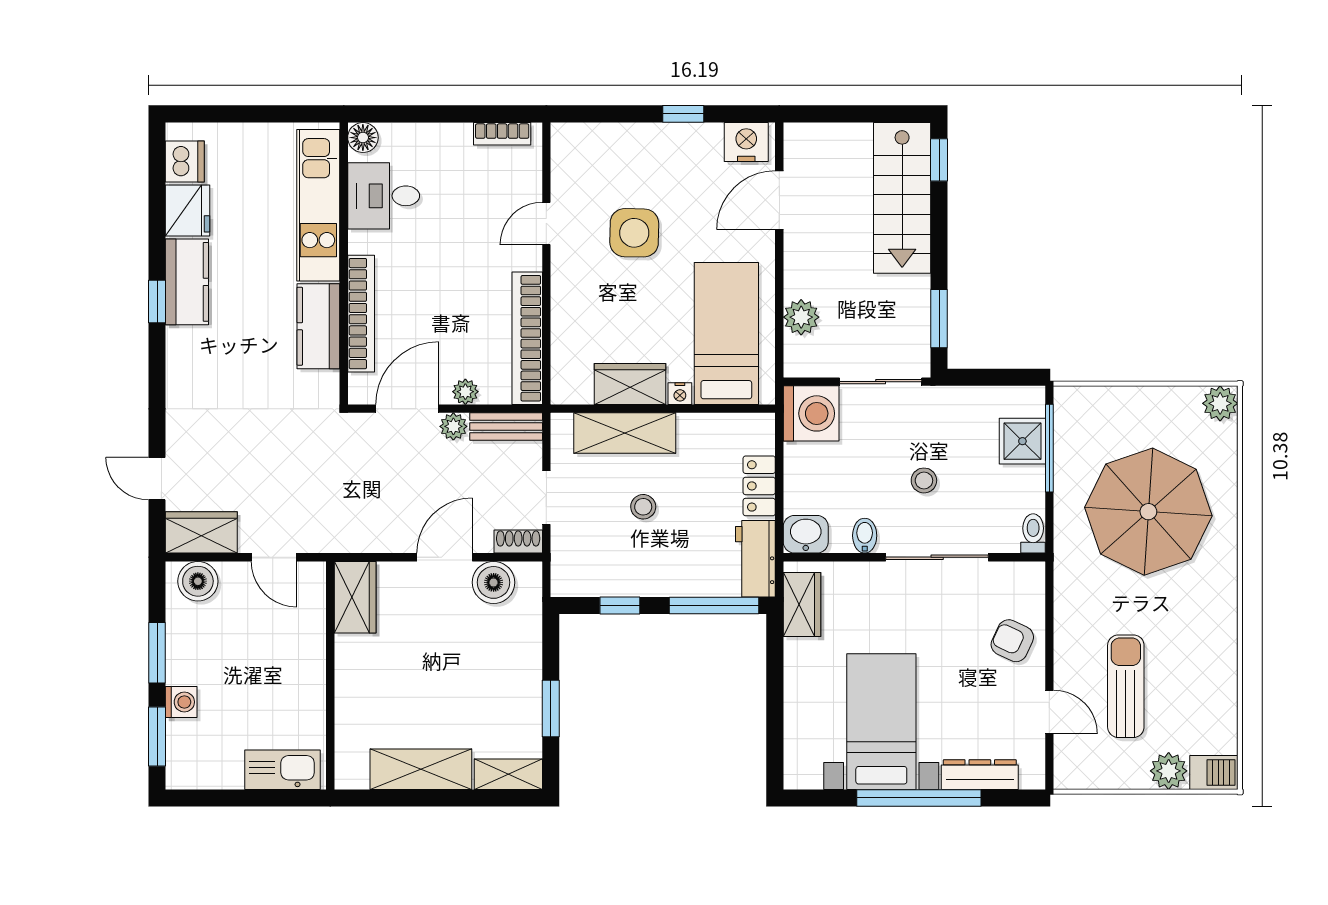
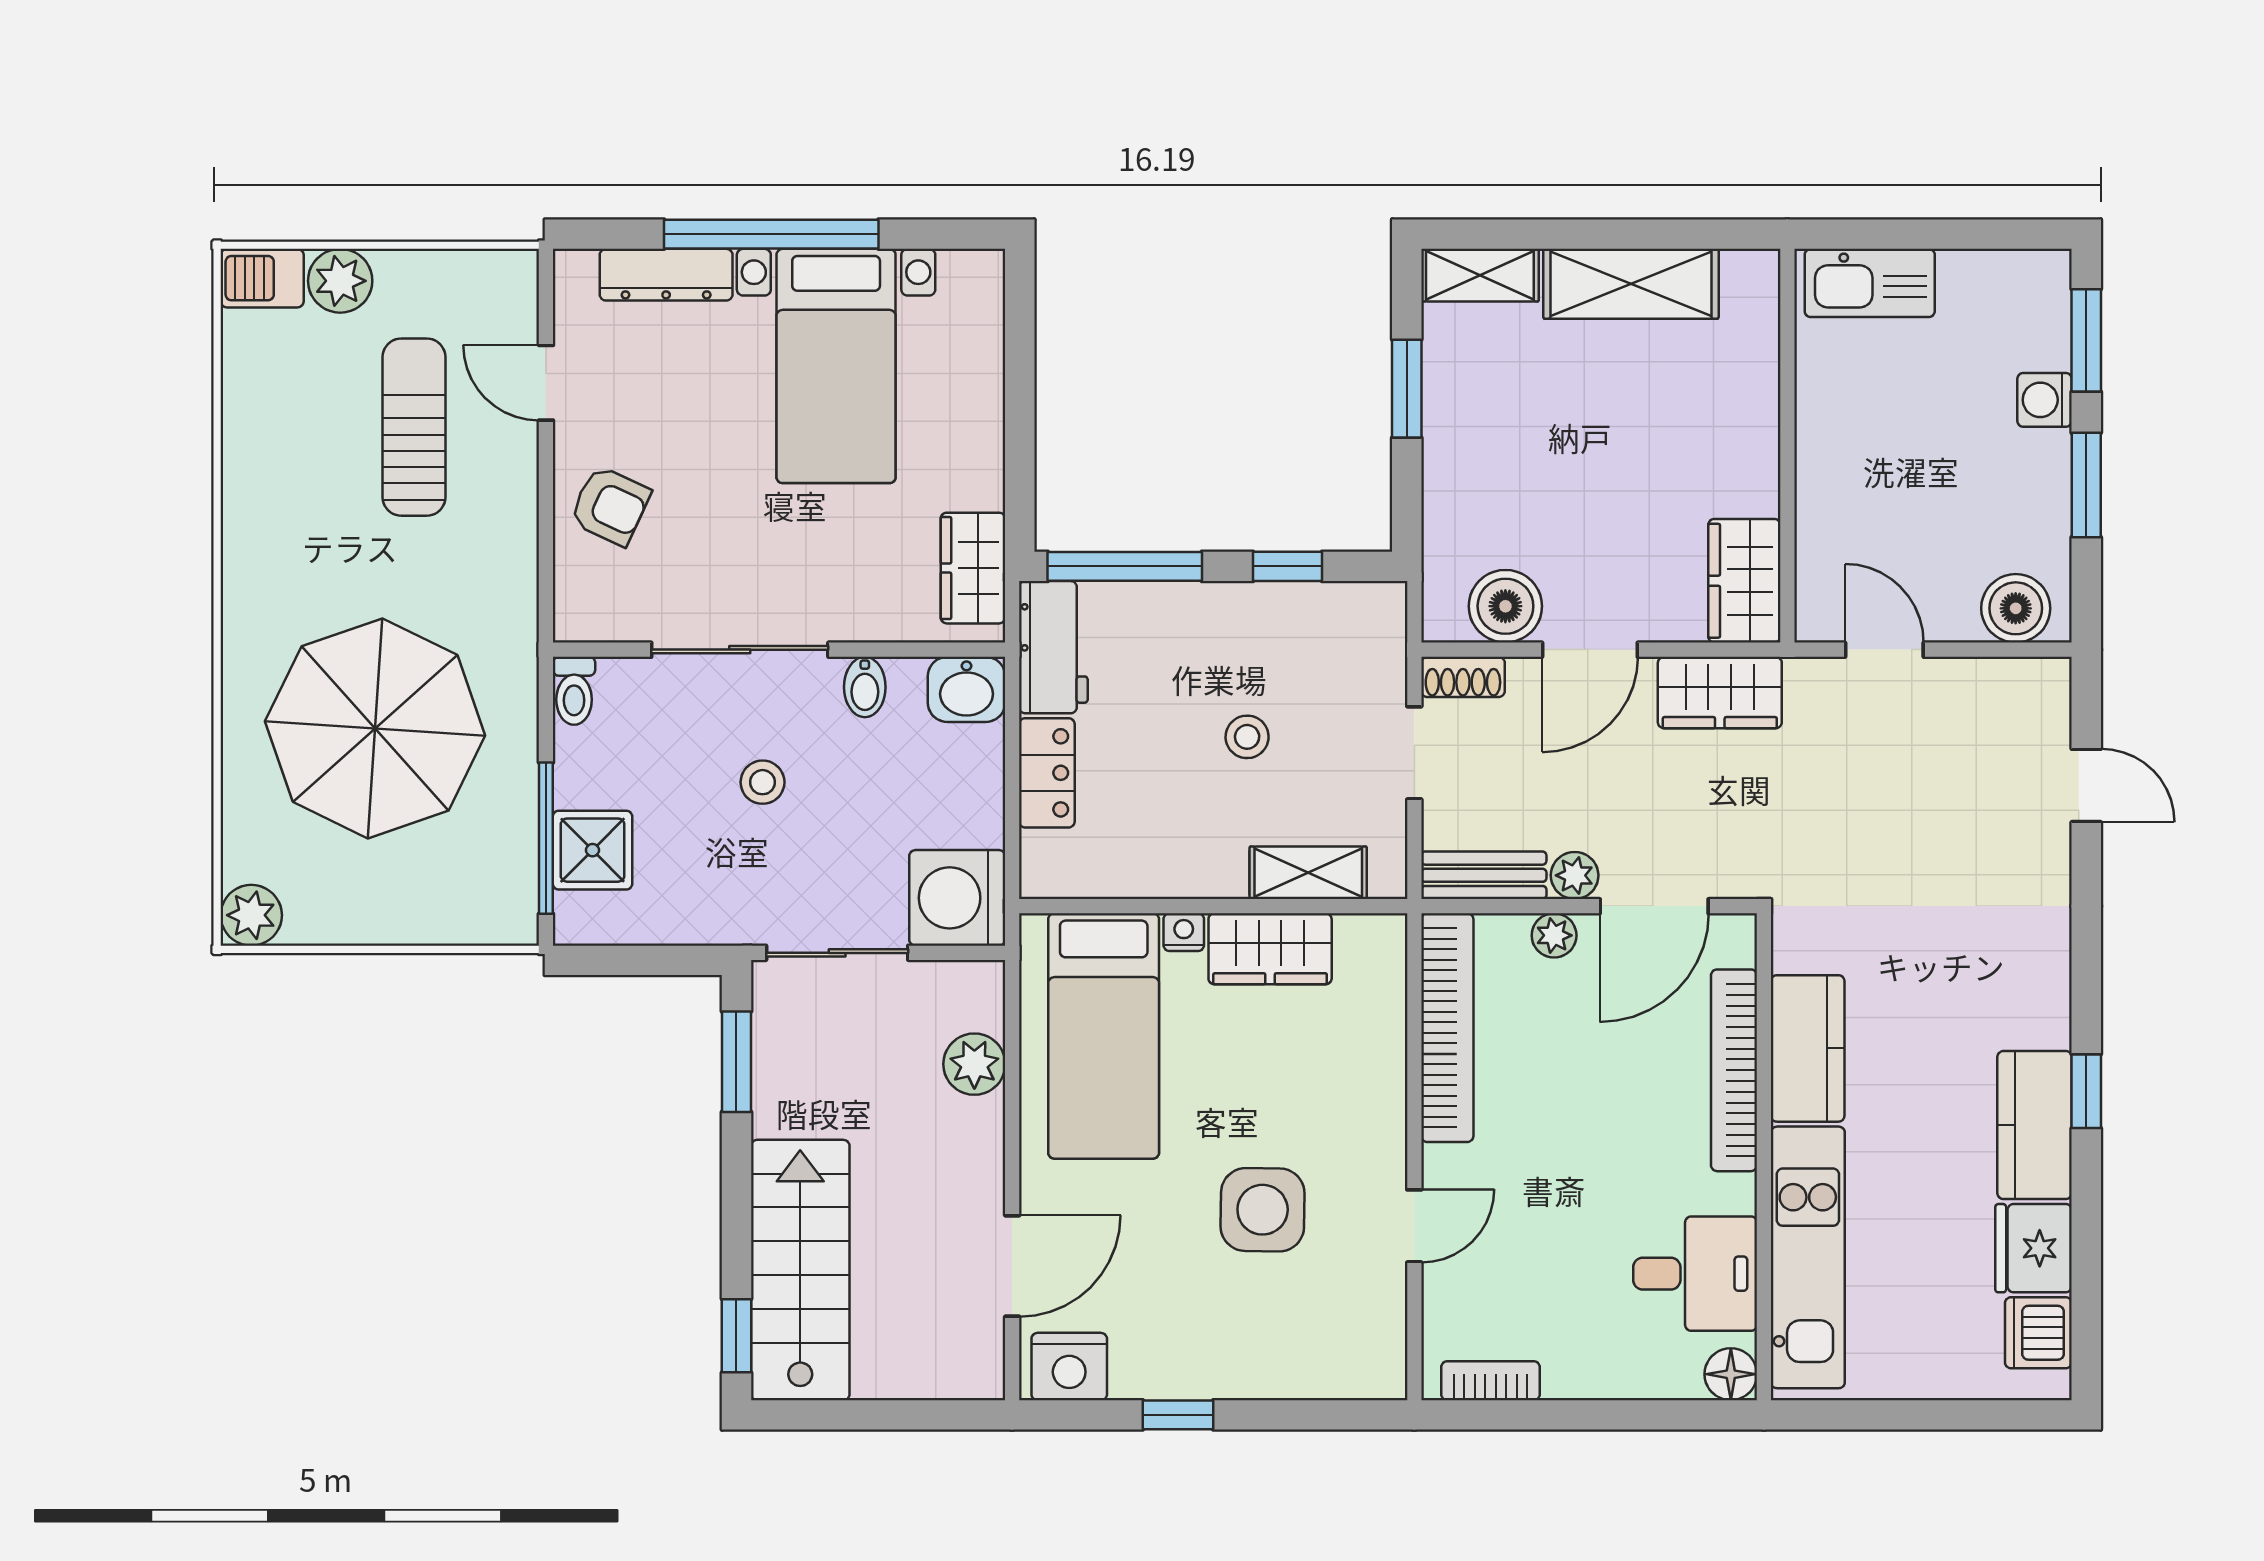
shelving: (625, 433) -> (1308, 873), width x0.67, depth x0.75
wardrobe: (201, 532) -> (1720, 693), moved
sun lounger: (1126, 686) -> (414, 427), turned 180

